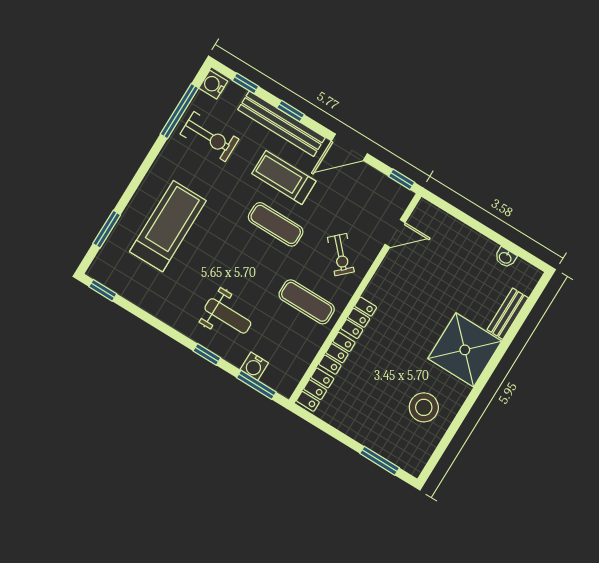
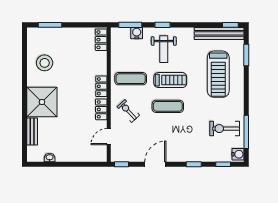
bench: (281, 124) -> (219, 33), moved
treadmill: (284, 177) -> (170, 80), moved
weight bench: (228, 316) -> (164, 49), turned -90
locker: (337, 353) -> (101, 109), moved

